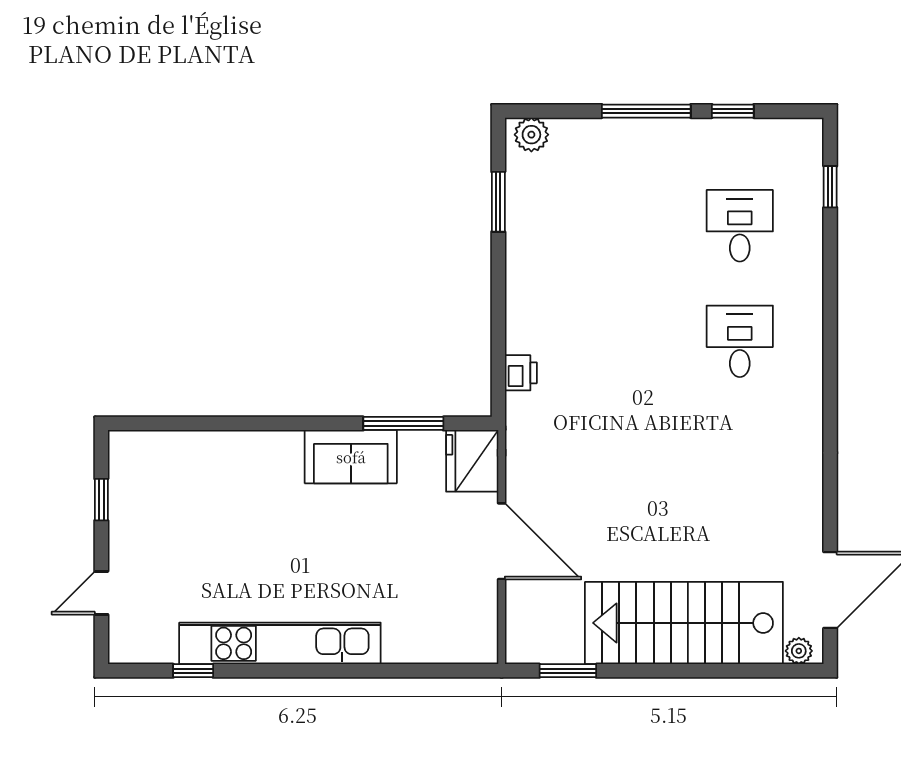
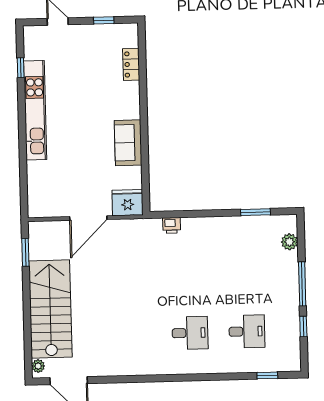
plant: (531, 135) -> (289, 242), moved
window: (403, 423) -> (145, 168), removed
locker: (192, 446) -> (131, 64), added

